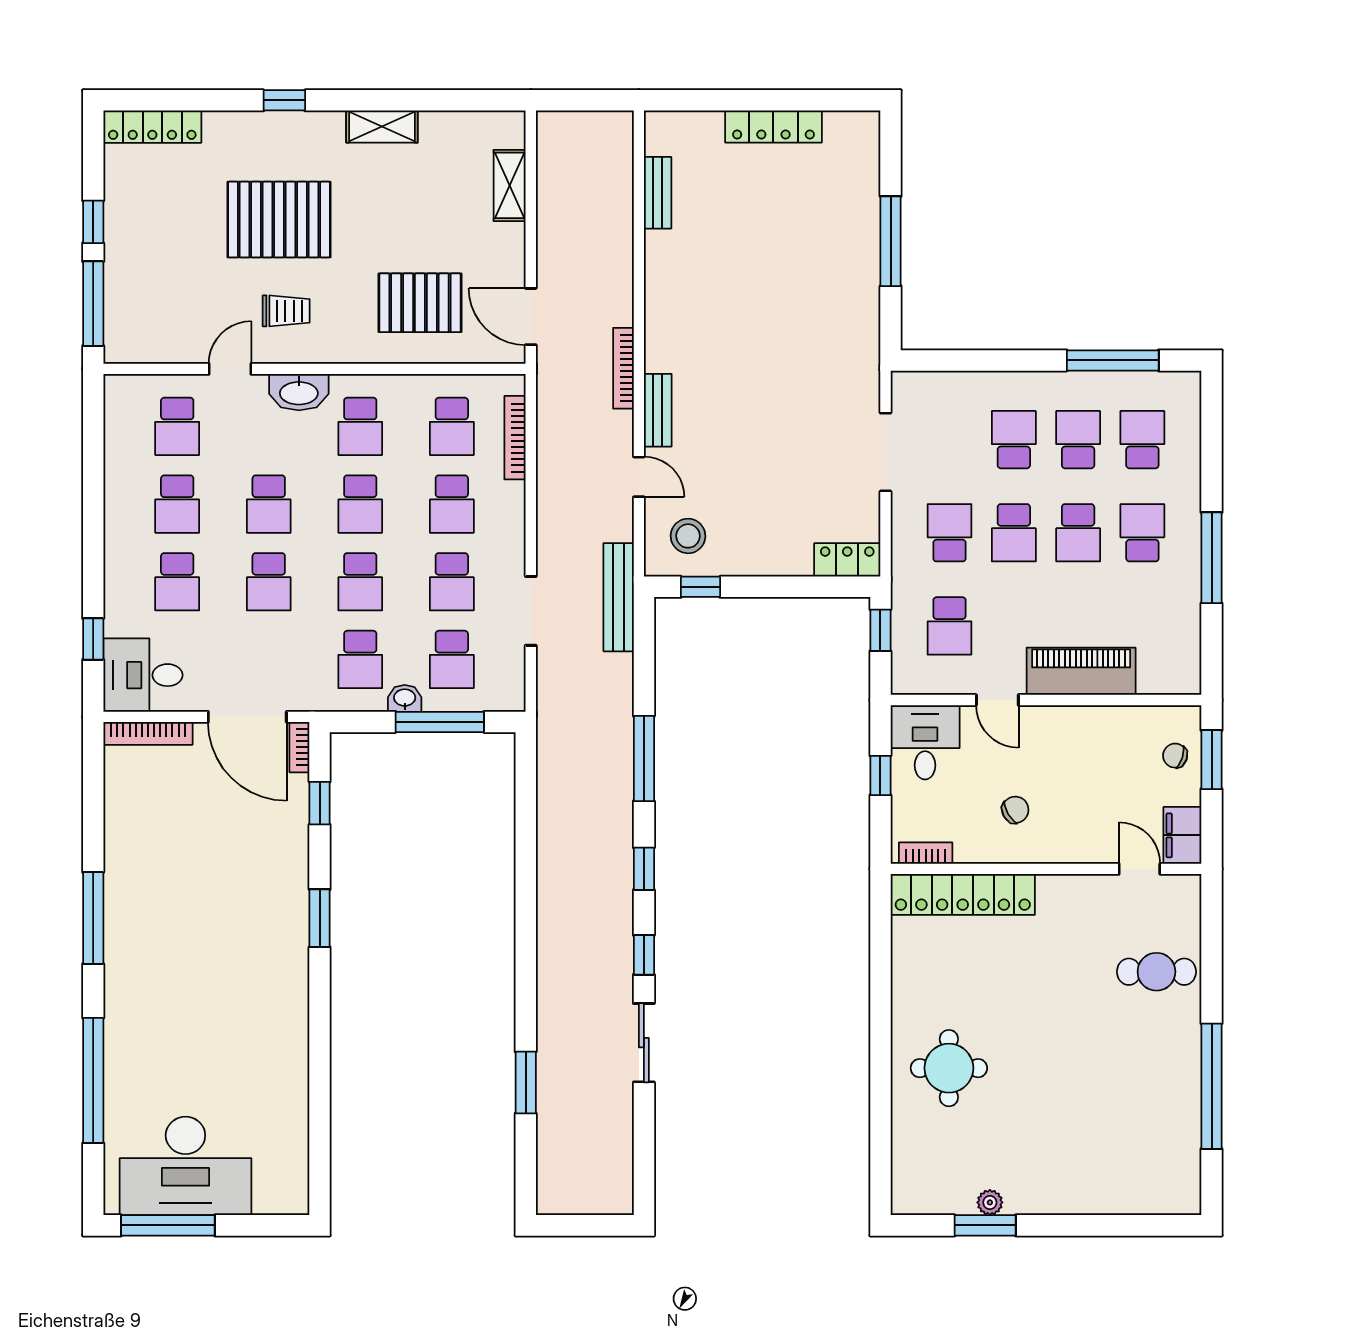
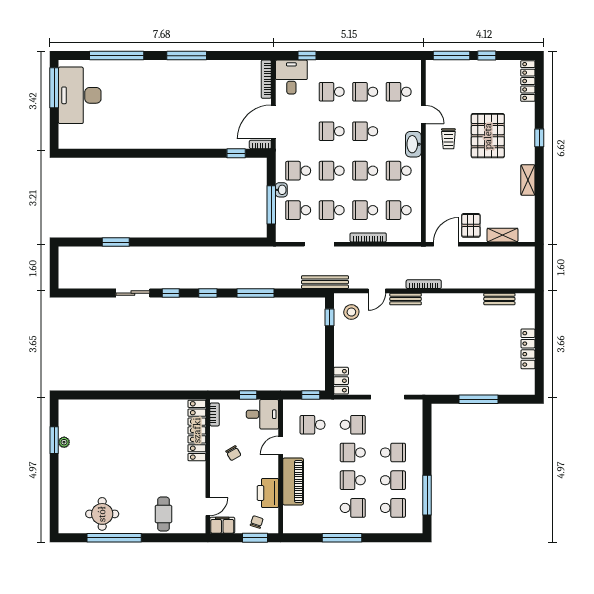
pallet: (420, 303) -> (471, 225), moved, width x0.67, depth x0.71
bookcase: (515, 438) -> (368, 237), moved
printer: (1108, 730) -> (268, 493), added
window: (320, 918) -> (187, 153), removed
round table: (949, 1068) -> (102, 514), moved

